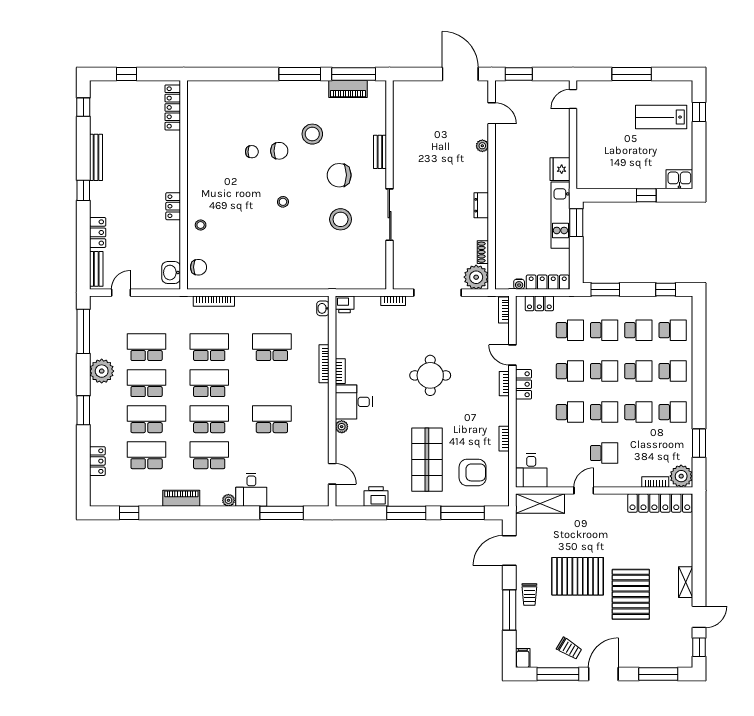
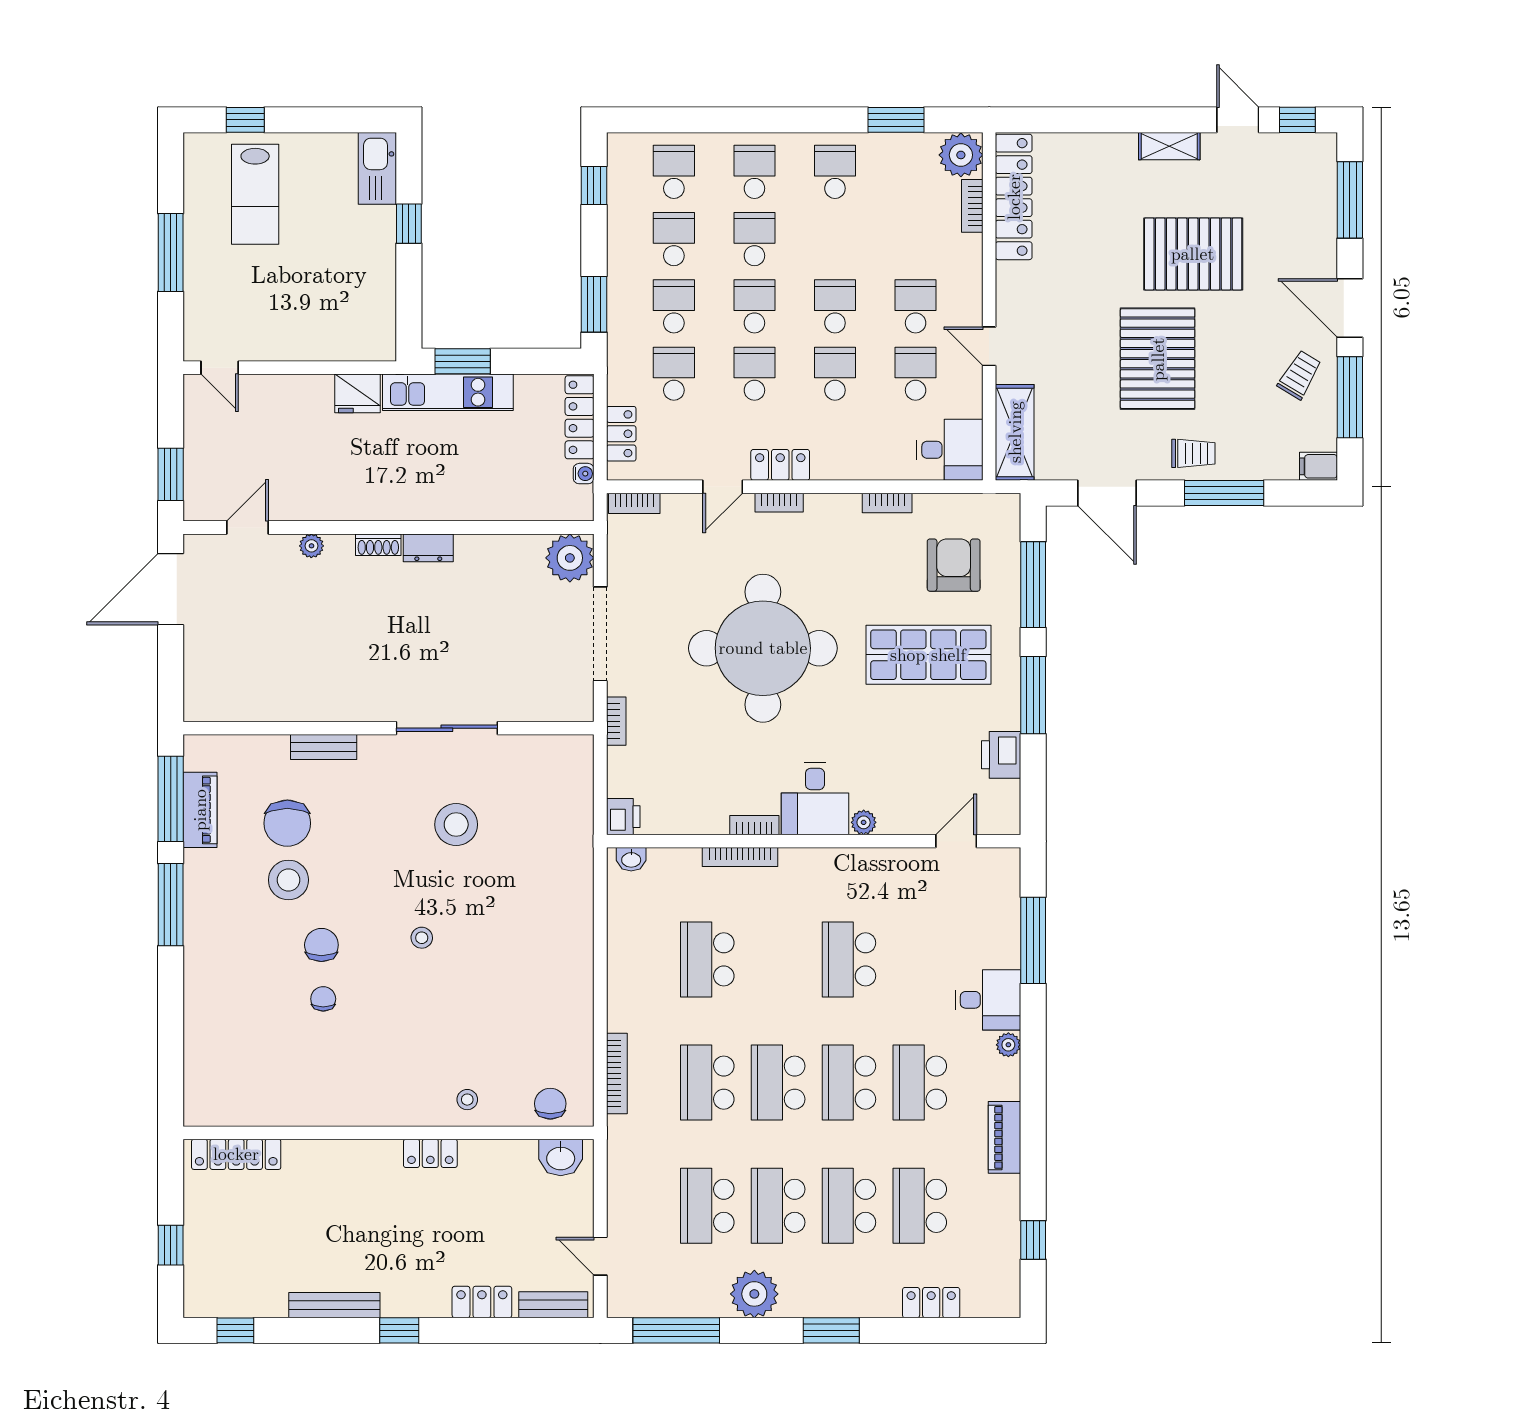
chair: (339, 175) -> (287, 823), moved
kitchen sink: (679, 179) -> (377, 168), width x1.38
shoe rack: (483, 252) -> (378, 545), moved
round table: (430, 375) -> (763, 648), width x1.86, depth x1.86
school desk: (638, 412) -> (916, 374), moved

